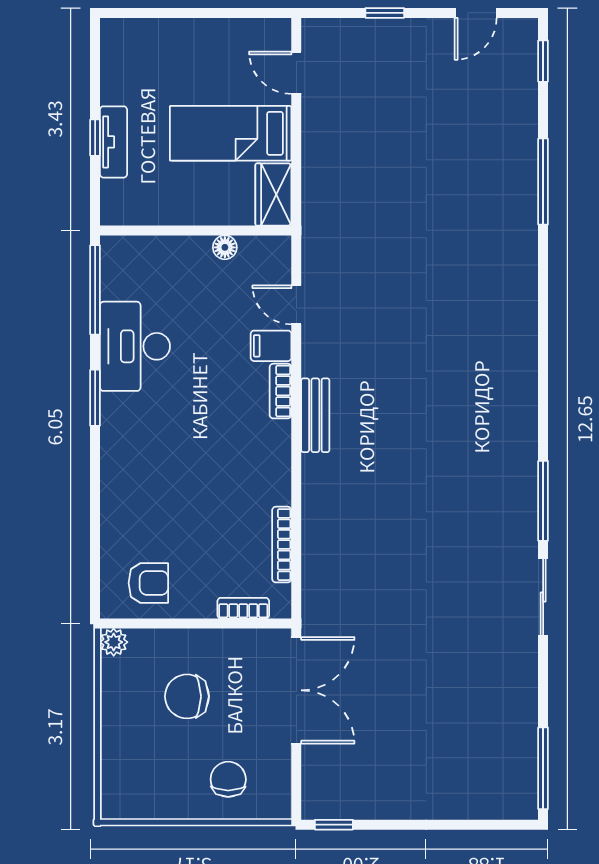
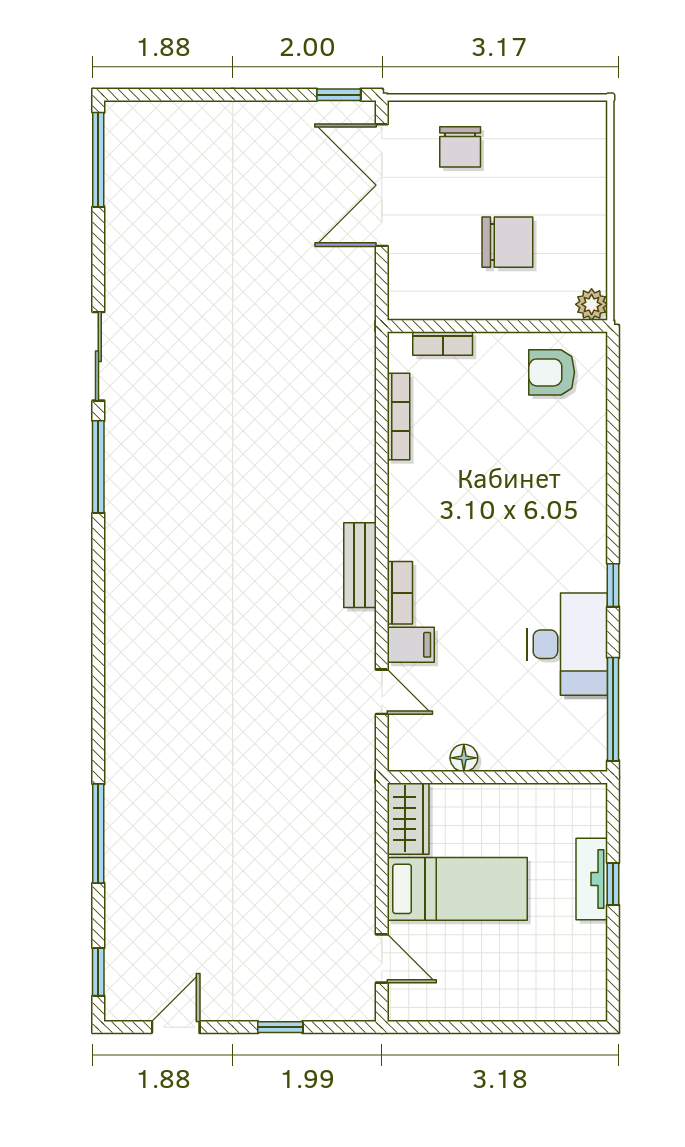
window: (95, 398) -> (613, 585), width x0.67
double door: (296, 690) -> (382, 185), moved

